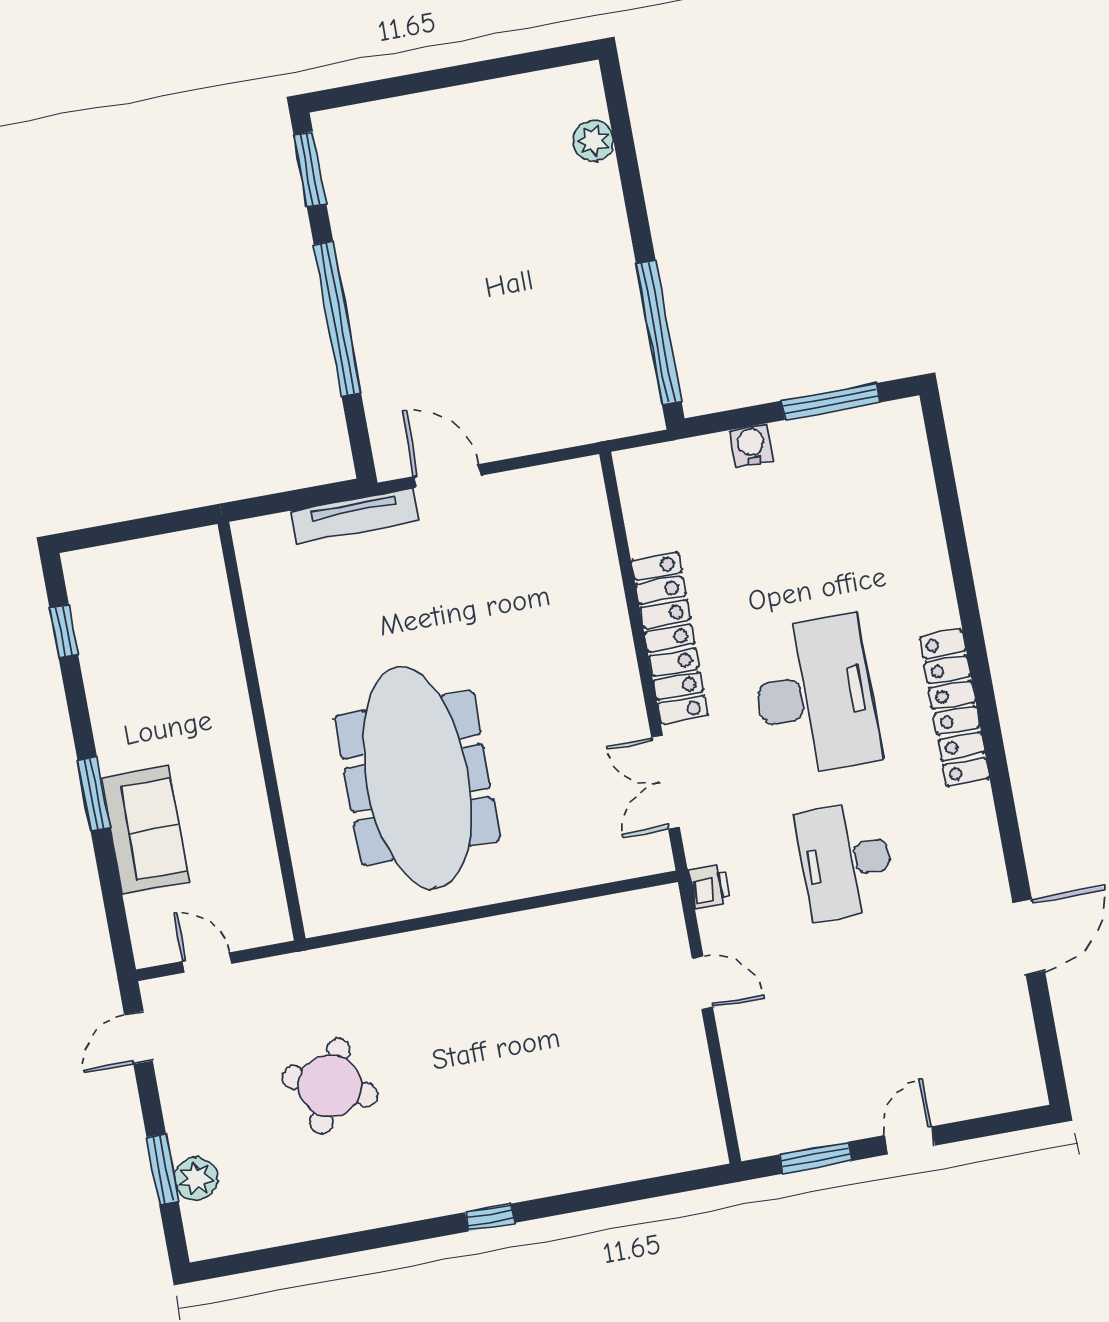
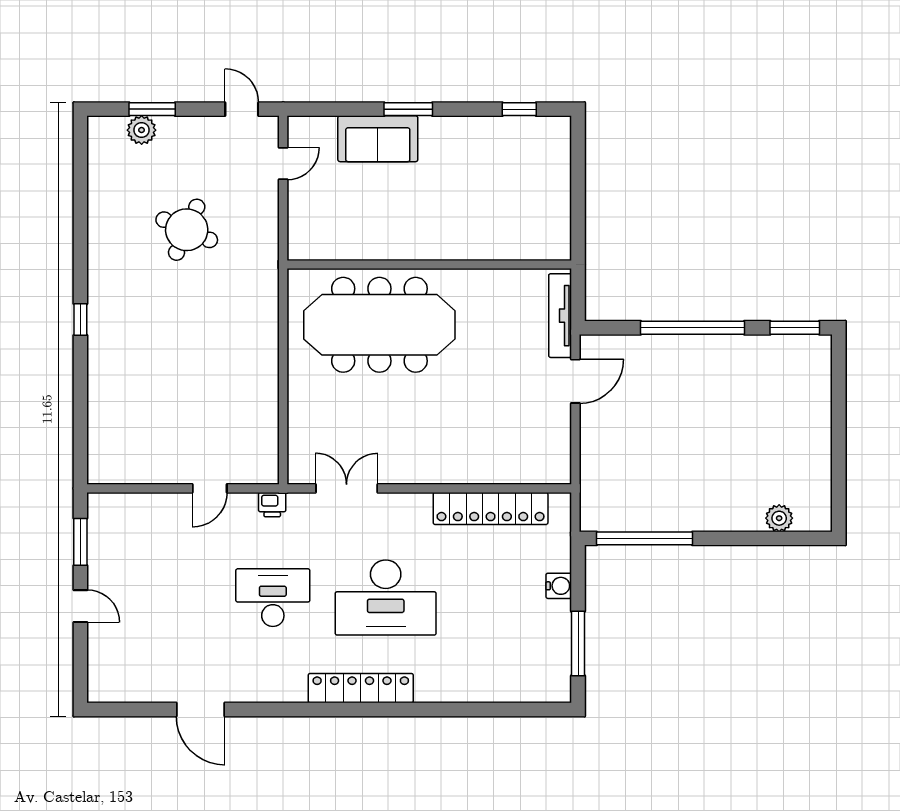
locker: (670, 638) -> (491, 508), moved
wall: (262, 731) -> (429, 264), moved

